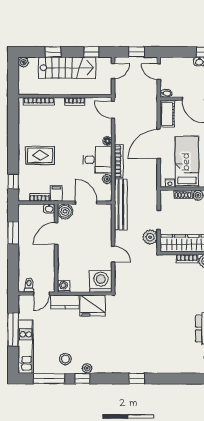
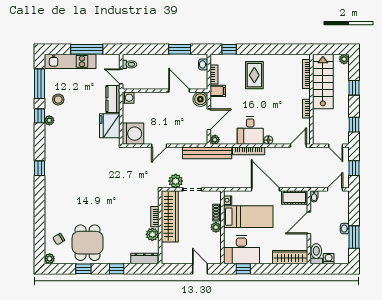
stairs: (67, 68) -> (323, 81), moved, turned 180
plant: (107, 179) -> (215, 140), moved
washbasin: (49, 208) -> (203, 64), moved

